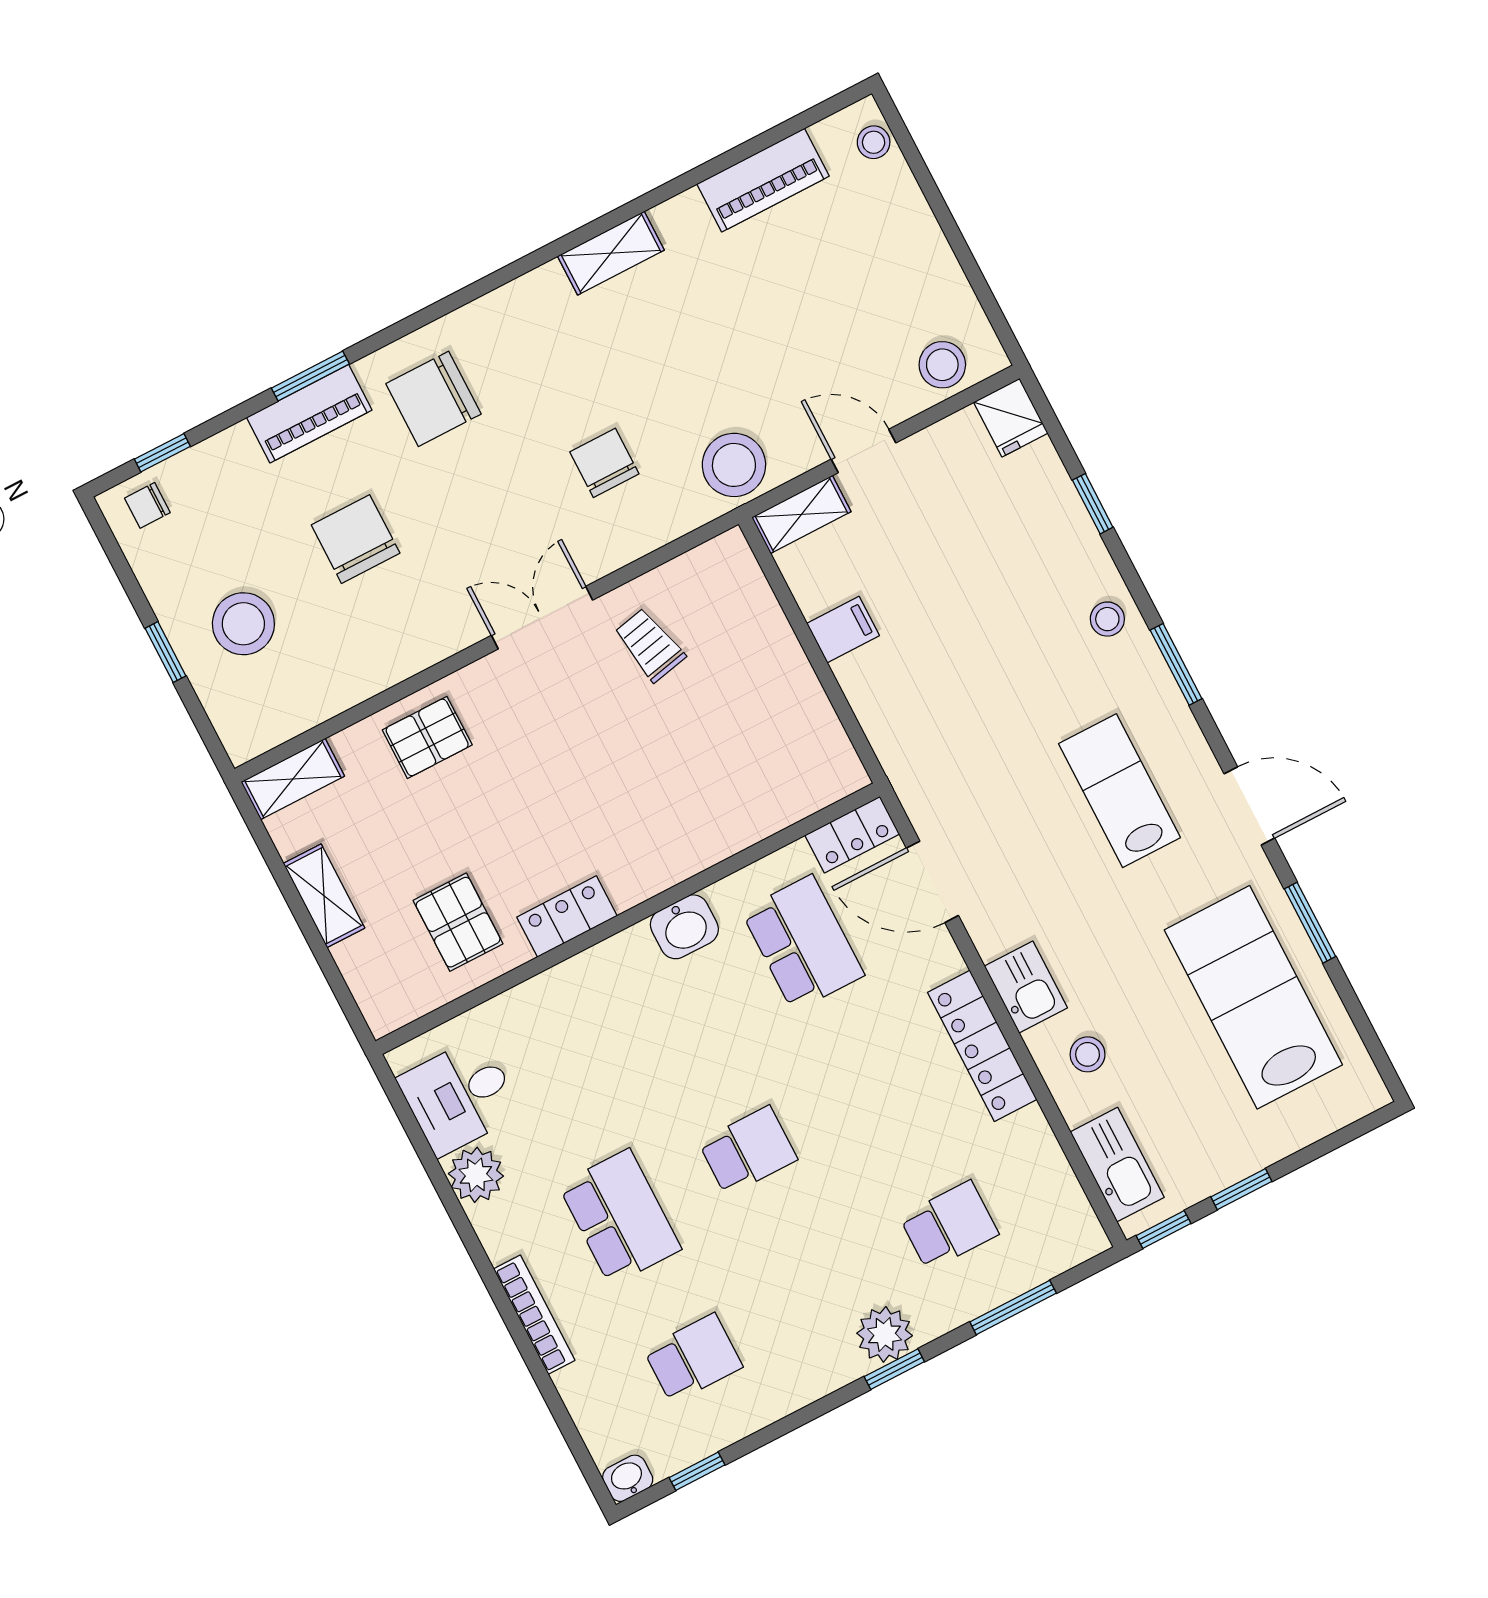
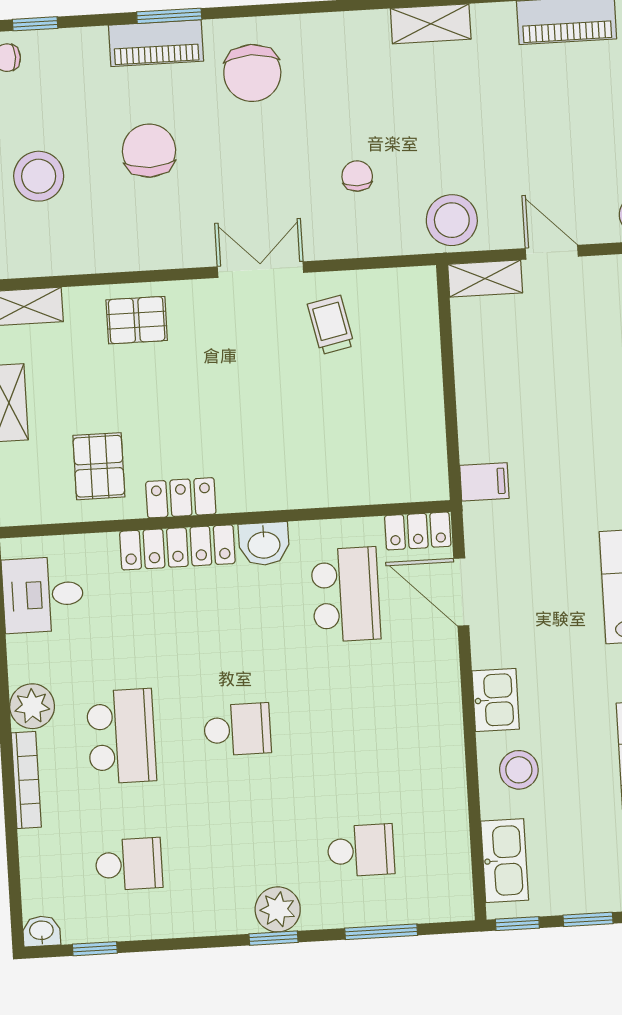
chair: (433, 399) -> (252, 73), turned -90
chair: (604, 463) -> (357, 176), width x0.73, depth x0.73
filing cabinet: (843, 630) -> (484, 482), moved
locker: (982, 1046) -> (177, 547), moved, turned -90
stool: (1088, 1054) -> (519, 770), width x1.37, depth x1.37
plant: (476, 1175) -> (32, 706), moved

